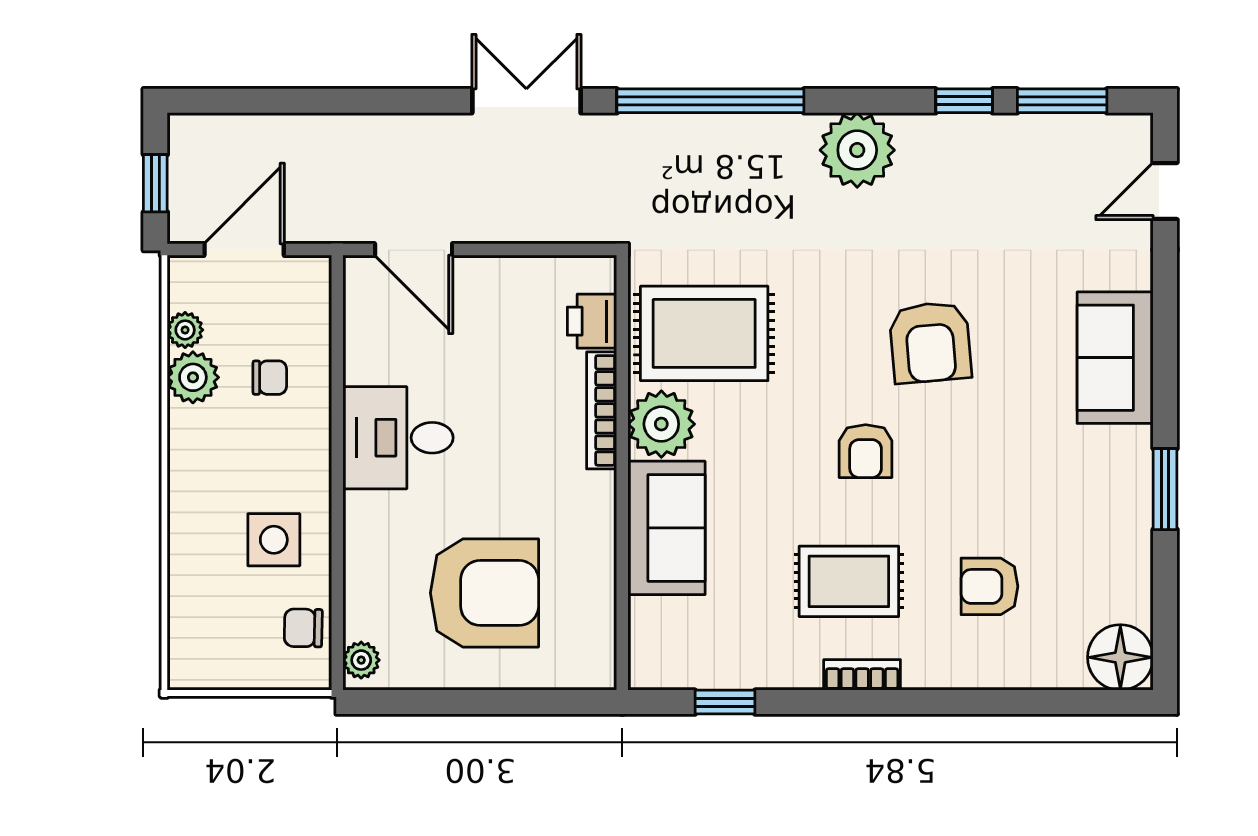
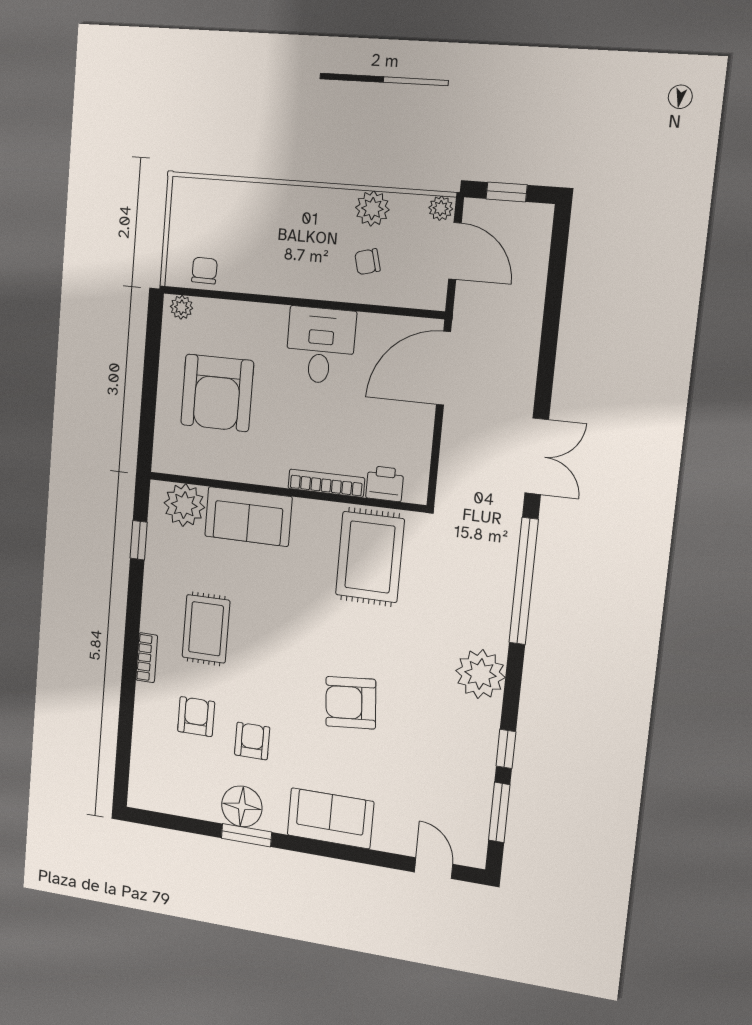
door: (414, 250) -> (444, 368), width x1.36
plant: (185, 330) -> (441, 208), moved
chair: (270, 378) -> (367, 262), turned 75
plant: (661, 424) -> (184, 505), moved
armchair: (866, 451) -> (252, 741), moved, turned 90
side table: (274, 540) -> (262, 256), removed
floor lamp: (1120, 657) -> (242, 806), moved
bookcase: (862, 675) -> (147, 658), moved

